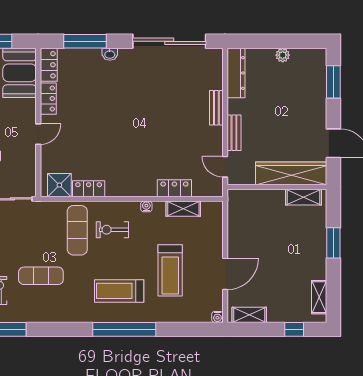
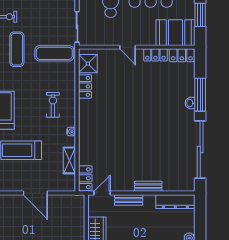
window: (85, 41) -> (200, 95), moved
locker: (174, 188) -> (85, 178), moved
exercise mat: (77, 230) -> (54, 53), moved
door: (225, 274) -> (35, 193), moved

